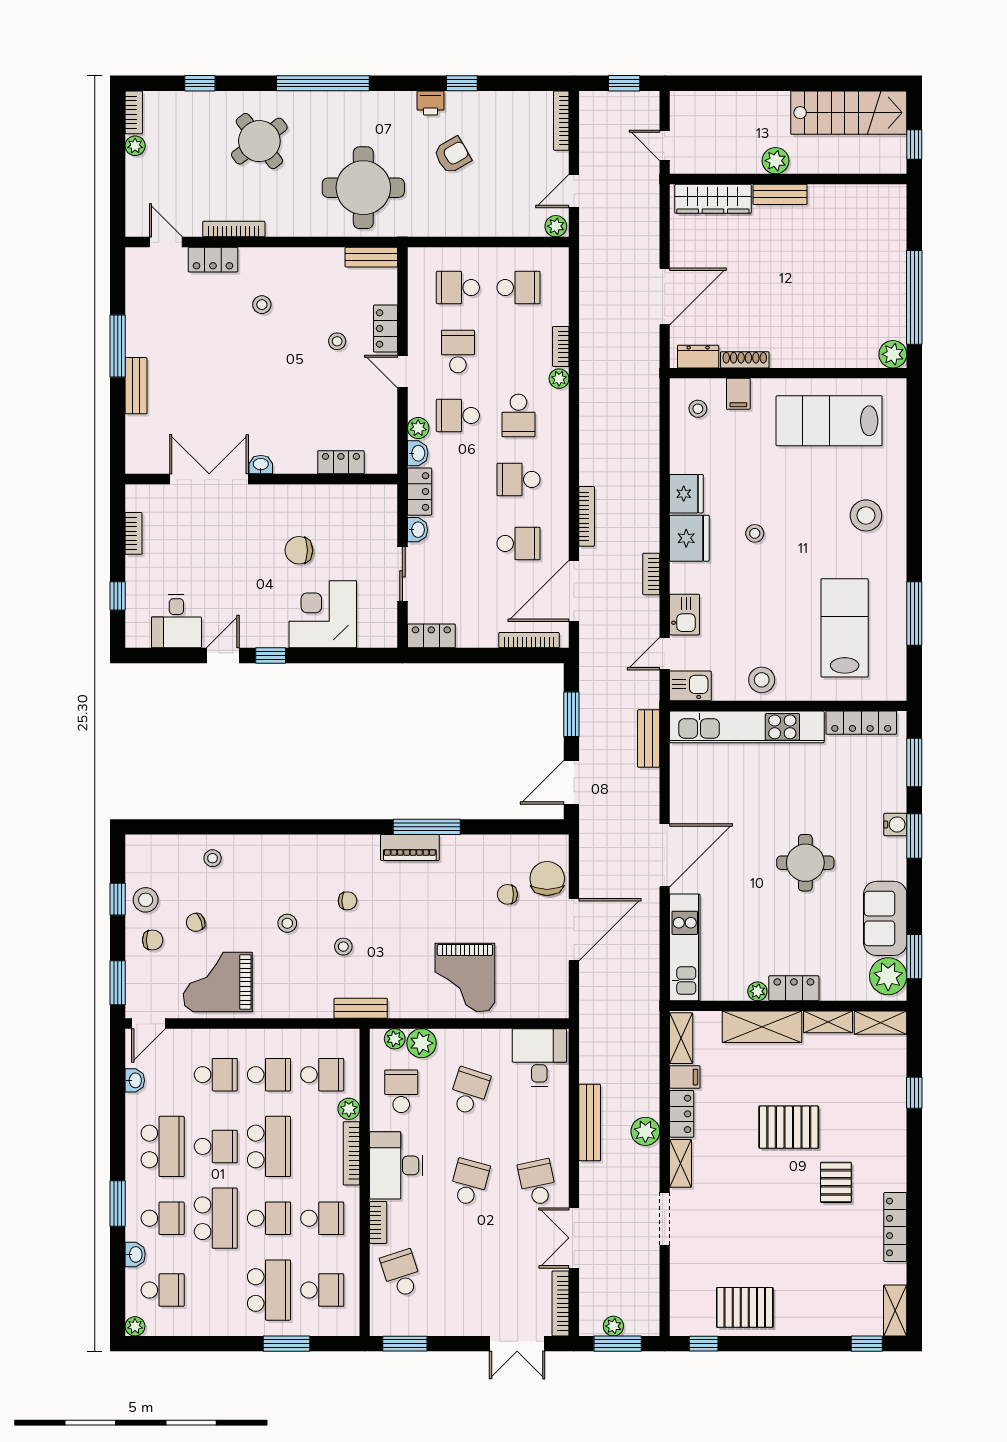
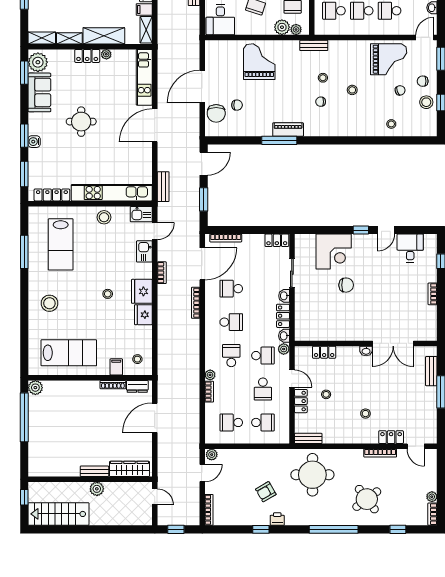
locker: (341, 462) -> (324, 352), moved
washbasin: (261, 465) -> (366, 351), moved
double door: (209, 479) -> (393, 343), moved
wall: (261, 479) -> (366, 343), moved

